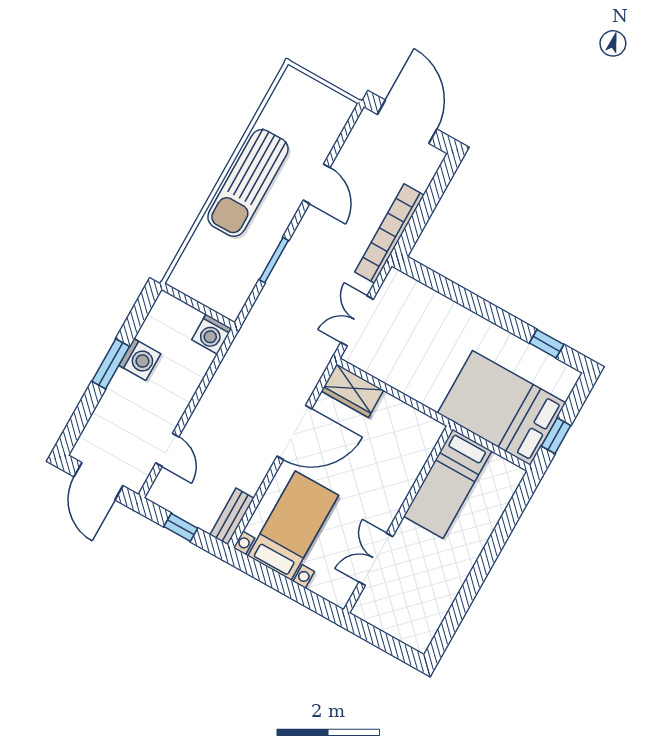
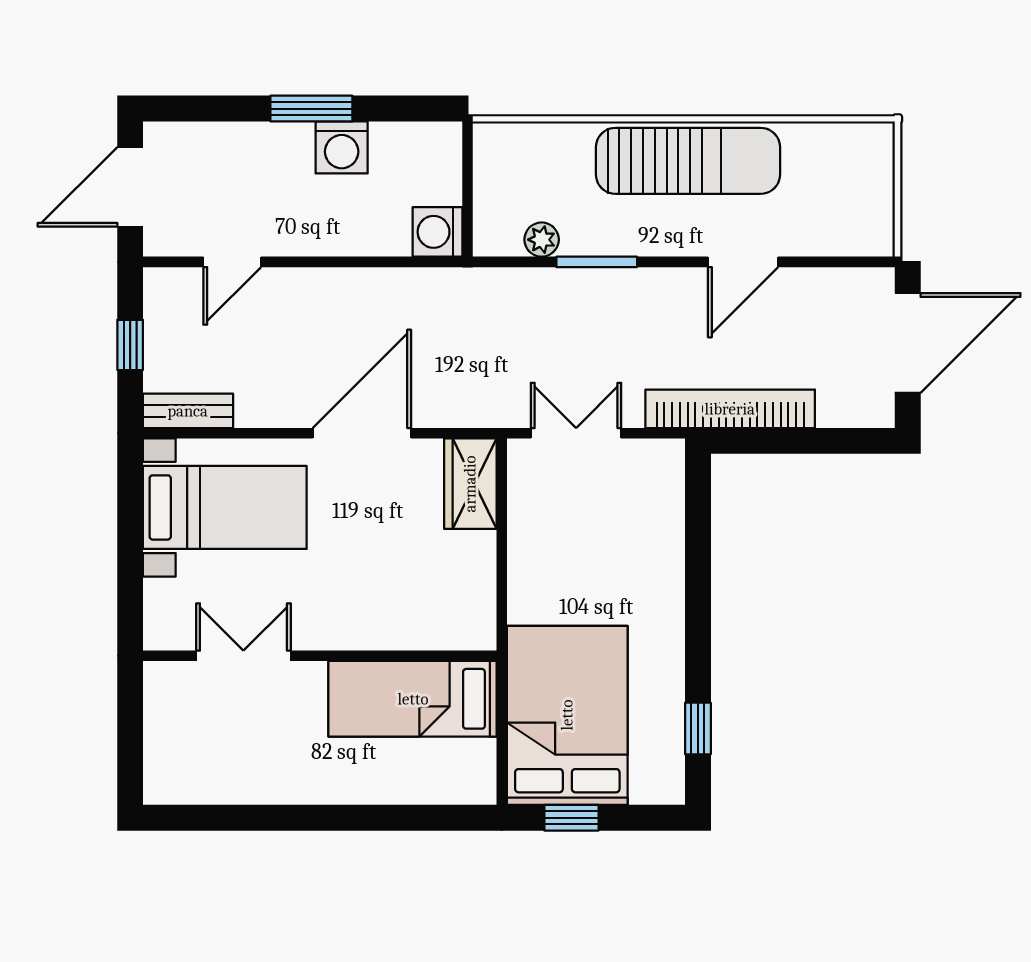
sun lounger: (248, 183) -> (688, 161), turned 180
plant: (246, 282) -> (542, 240), added
door: (294, 432) -> (362, 433), swing flipped

